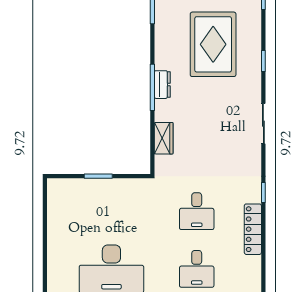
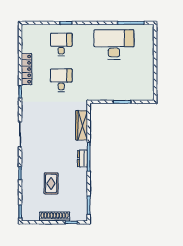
rug: (213, 44) -> (51, 183), width x0.54, depth x0.49
wardrobe: (164, 138) -> (82, 125), width x1.50

